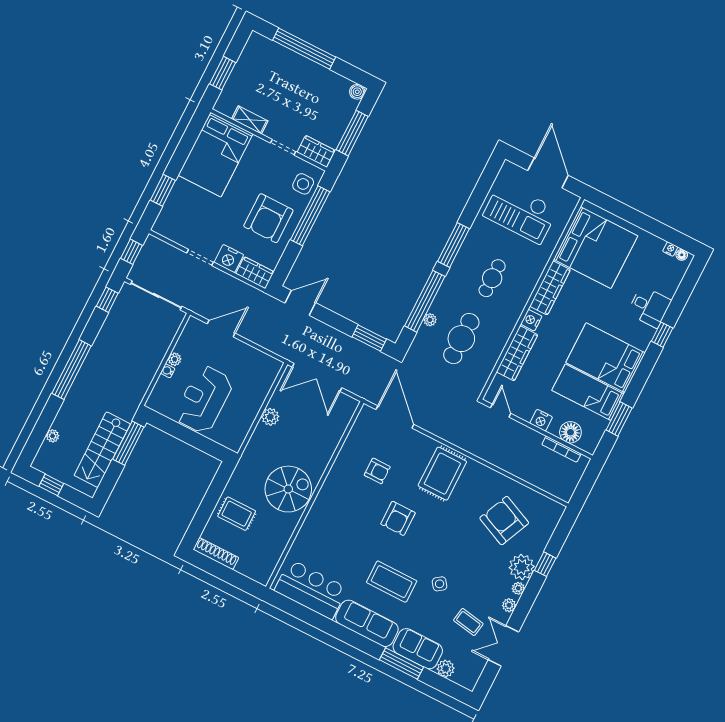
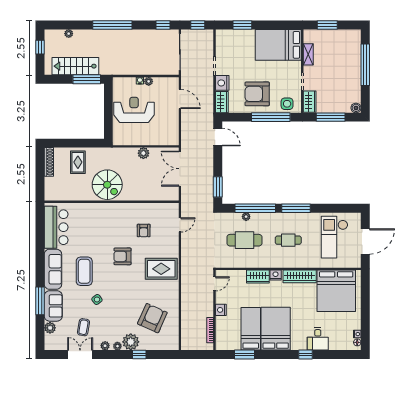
wardrobe: (517, 353) -> (258, 276), width x0.67
door: (395, 417) -> (180, 225), width x0.53
floor lamp: (570, 432) -> (223, 330), removed

